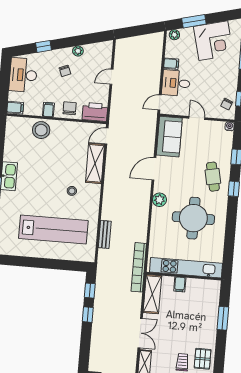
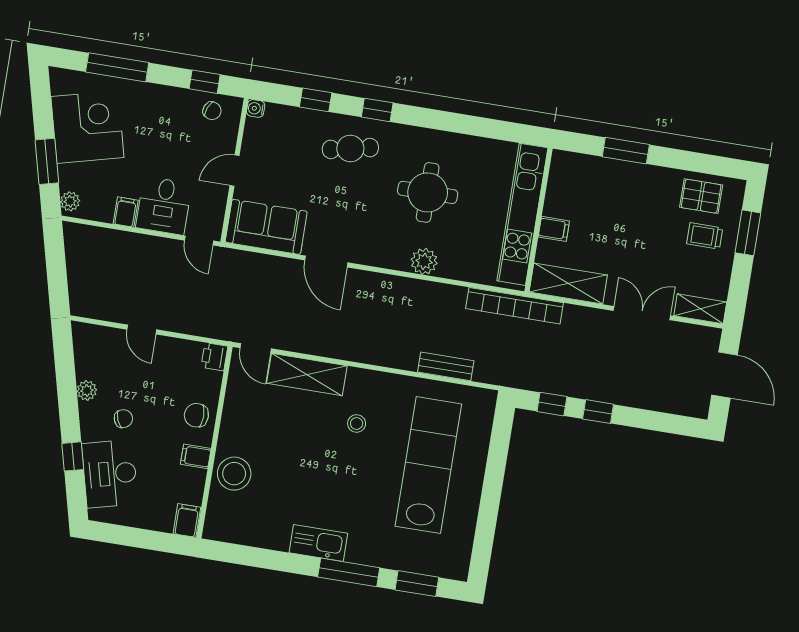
desk: (23, 75) -> (110, 474), moved, turned 76
printer: (95, 112) -> (214, 357), width x0.53, depth x0.68
plant: (159, 200) -> (424, 261), moved
round table: (193, 218) -> (428, 192), width x0.73, depth x0.73

